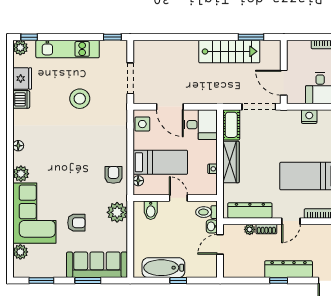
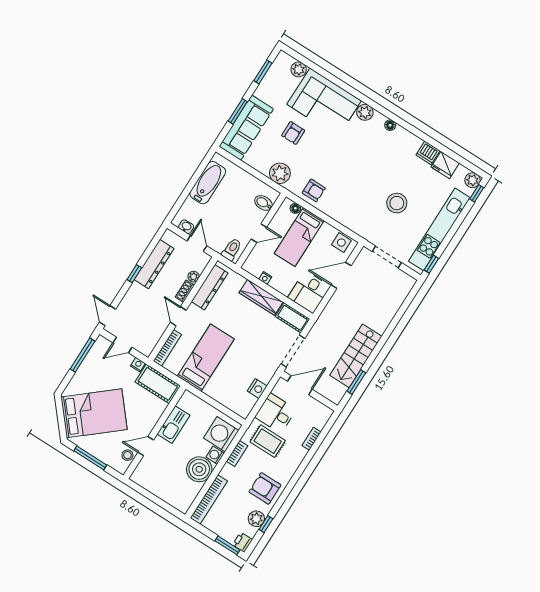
kitchen unit: (68, 49) -> (439, 229), width x1.36
washbasin: (212, 226) -> (186, 227), moved
dresser: (289, 269) -> (154, 264), moved
window: (178, 281) -> (189, 188), removed

